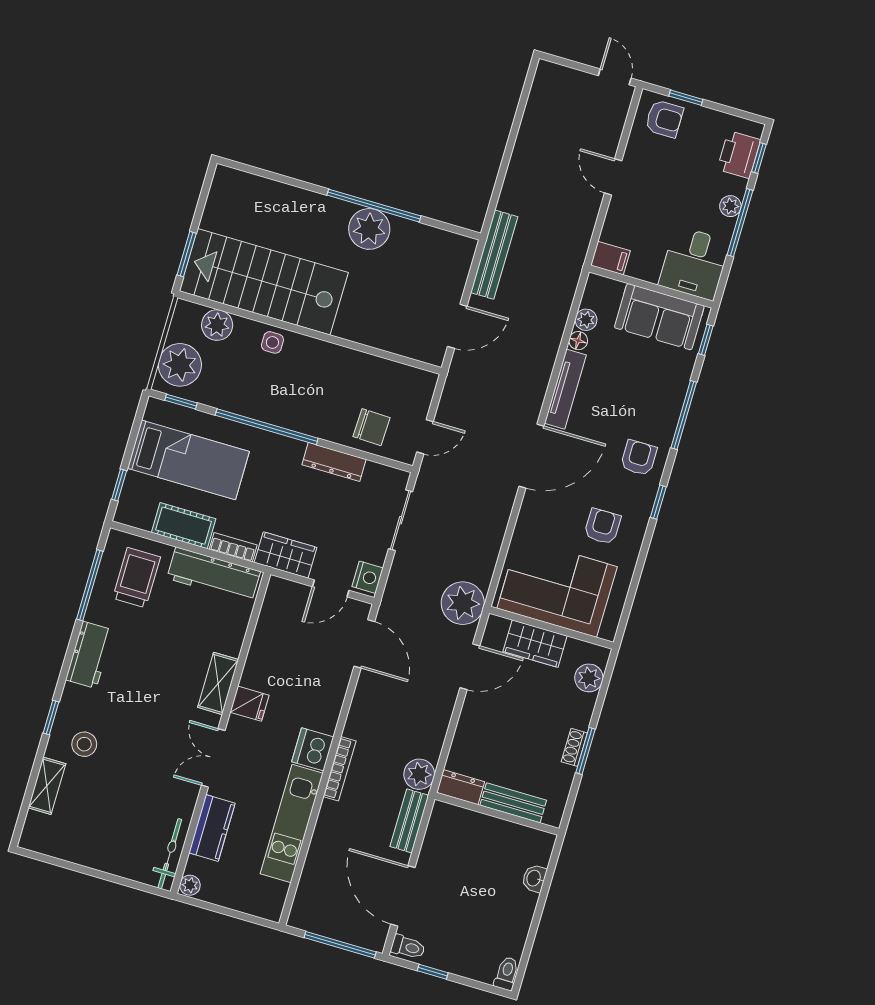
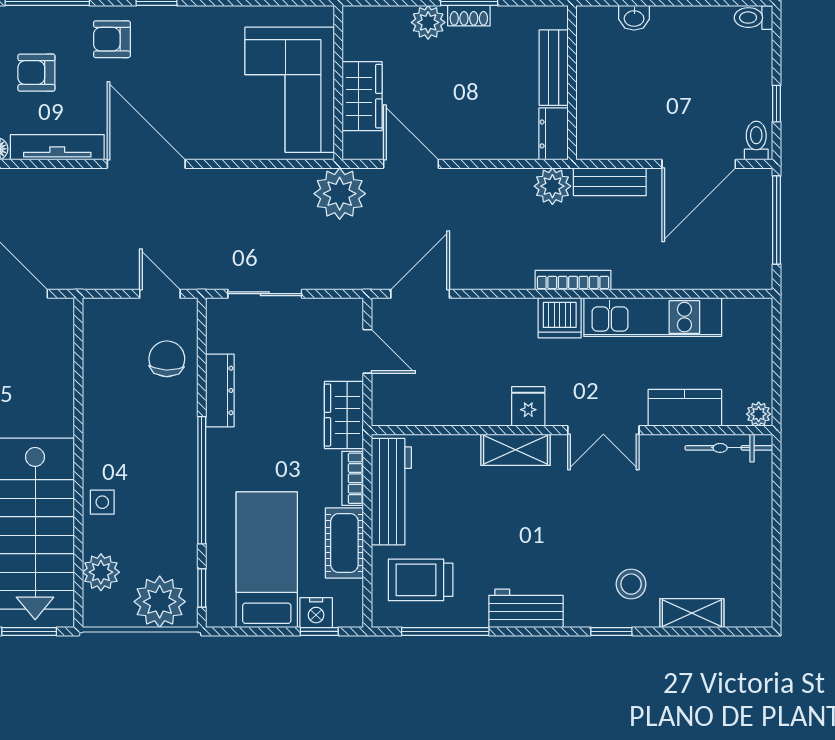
armchair: (602, 526) -> (36, 73), moved
nightstand: (368, 577) -> (316, 613), moved, turned 180
plant: (589, 678) -> (428, 22), moved

